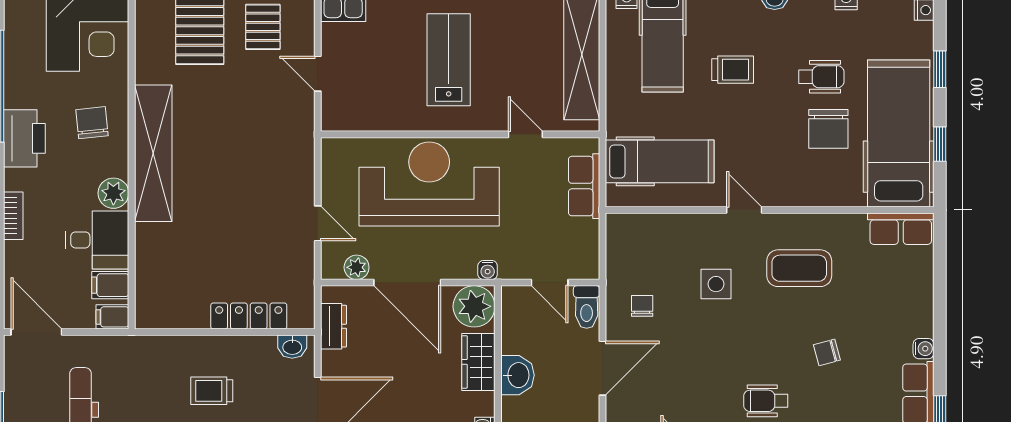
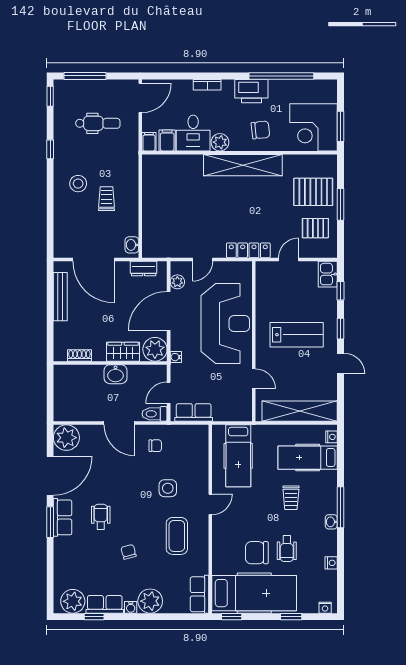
door: (525, 134) -> (254, 379), hinge flipped
window: (940, 144) -> (232, 617), moved
row of seats: (584, 186) -> (194, 412), moved
plant: (913, 315) -> (150, 601), added
locker: (249, 316) -> (248, 250), moved, turned -90

